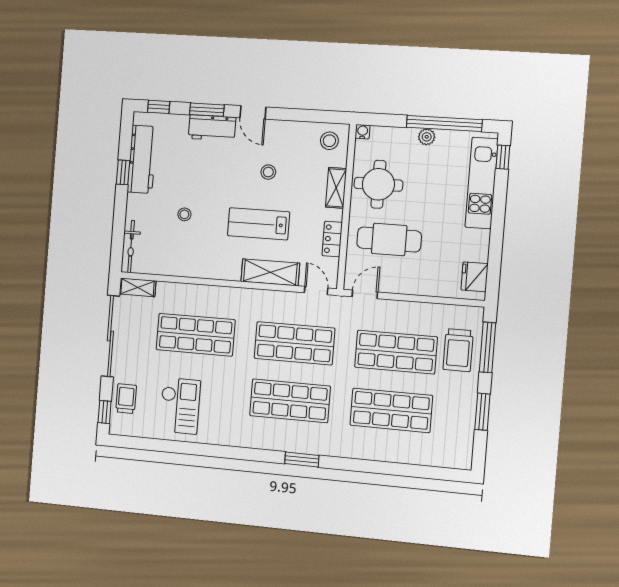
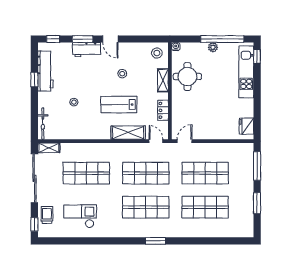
cafe table: (389, 240) -> (196, 108), removed
trolley: (458, 350) -> (241, 169), removed
checkout: (180, 406) -> (80, 216), turned -90

